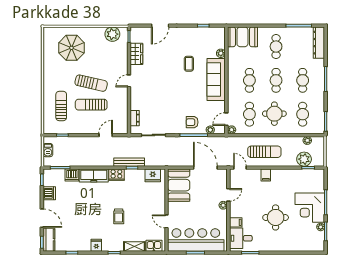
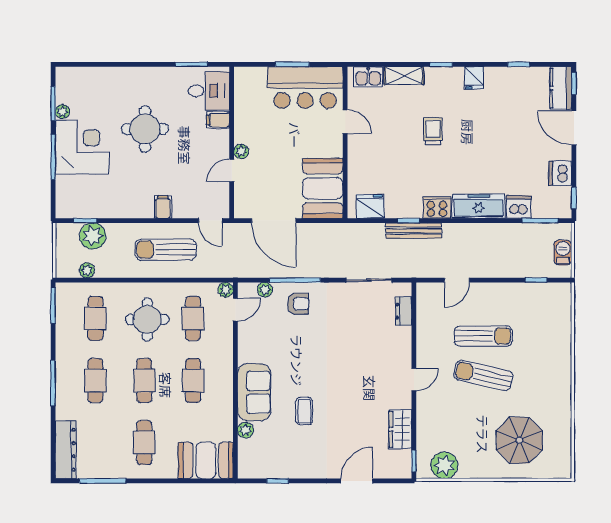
sofa: (216, 80) -> (254, 392), width x0.73
sun lounger: (61, 106) -> (538, 333), removed
bar counter: (196, 240) -> (305, 88), width x0.73

